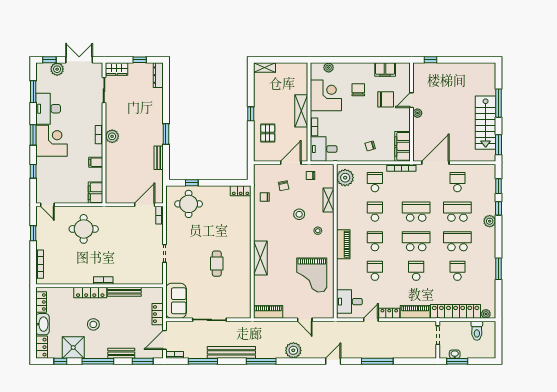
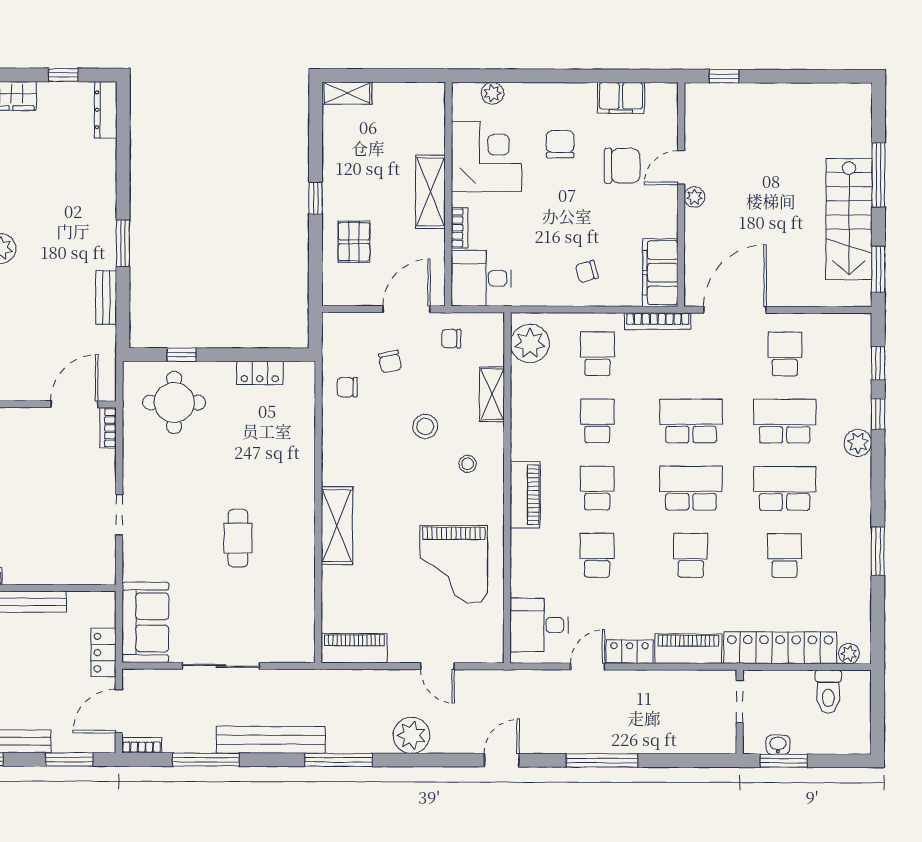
locker: (241, 191) -> (260, 373), moved

